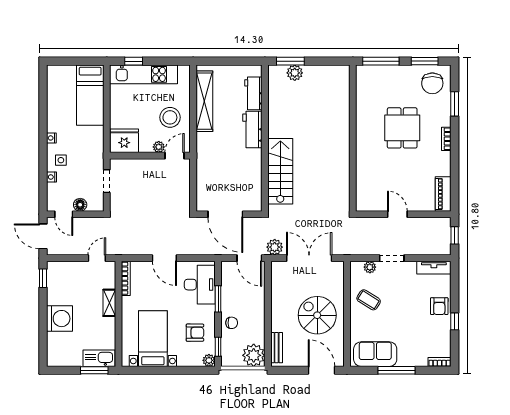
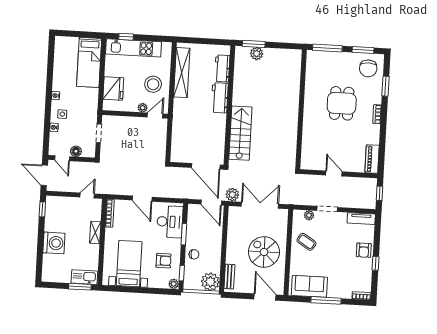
fridge: (124, 141) -> (113, 89), moved, turned 90
door: (225, 214) -> (206, 166), moved

